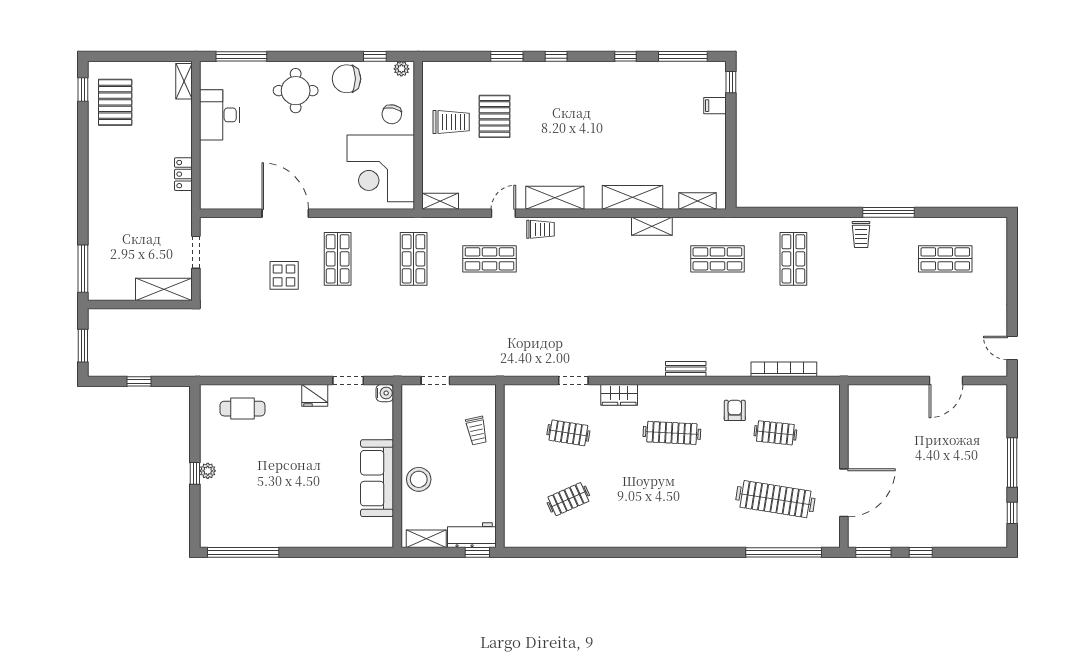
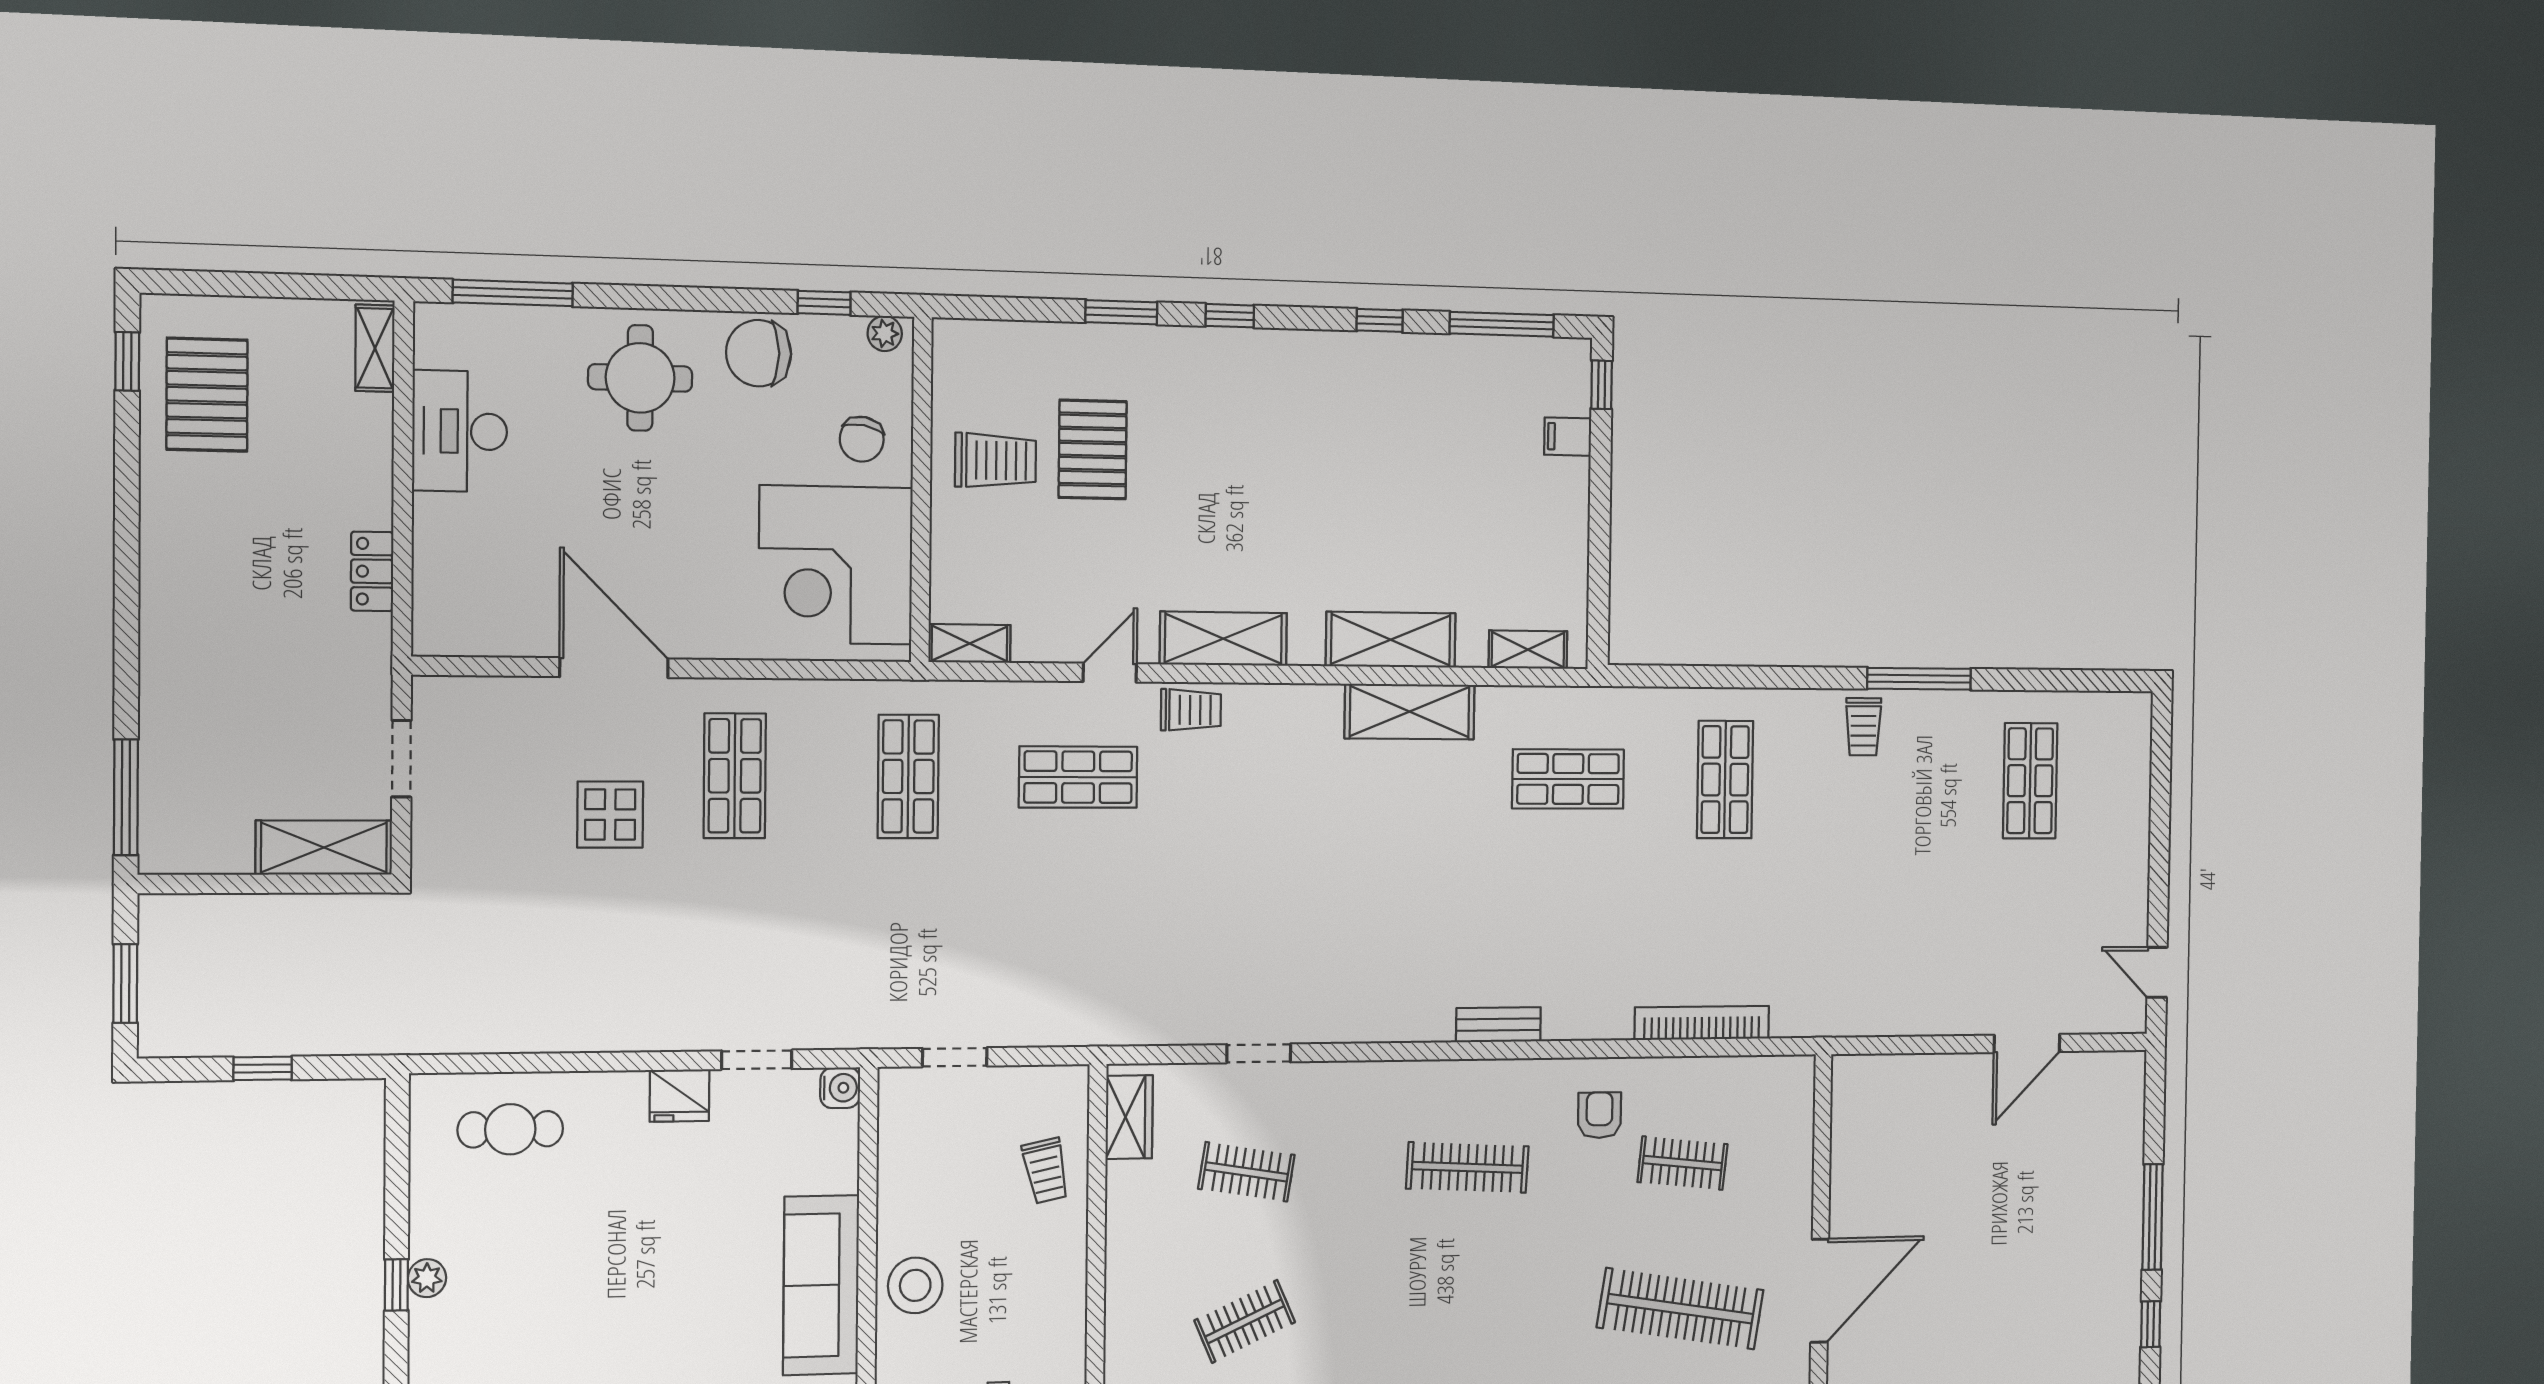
shelving: (652, 226) -> (1410, 712), width x1.50, depth x1.33
shop shelf: (945, 259) -> (2030, 781), turned 90
wardrobe: (619, 395) -> (1129, 1117), moved, turned -90

